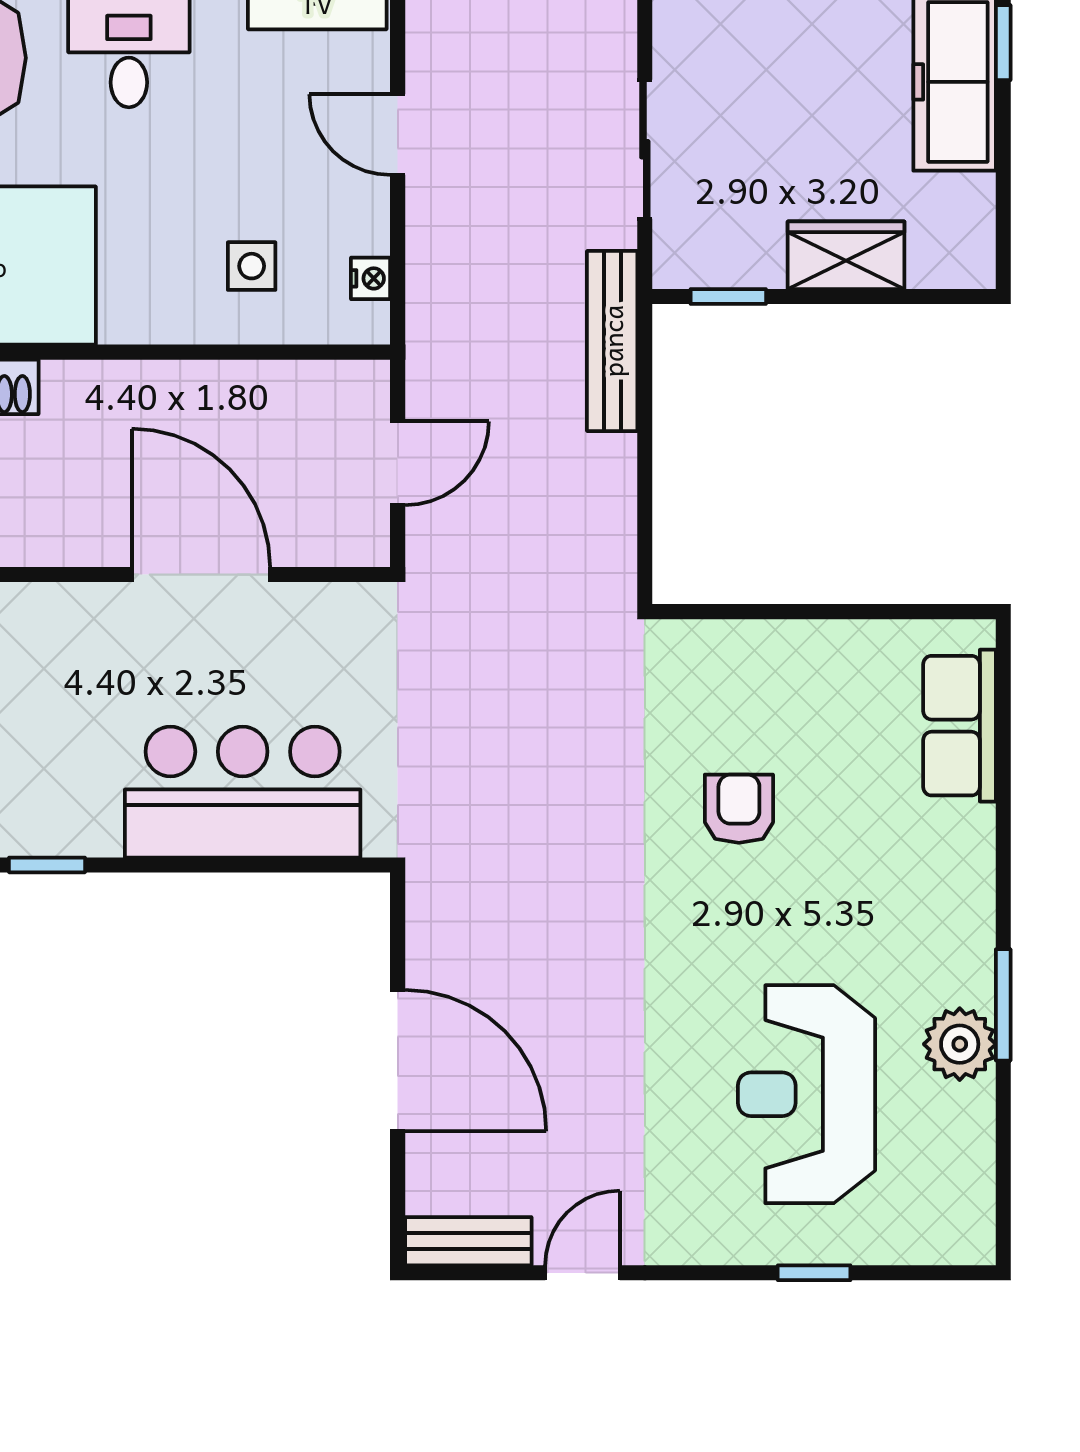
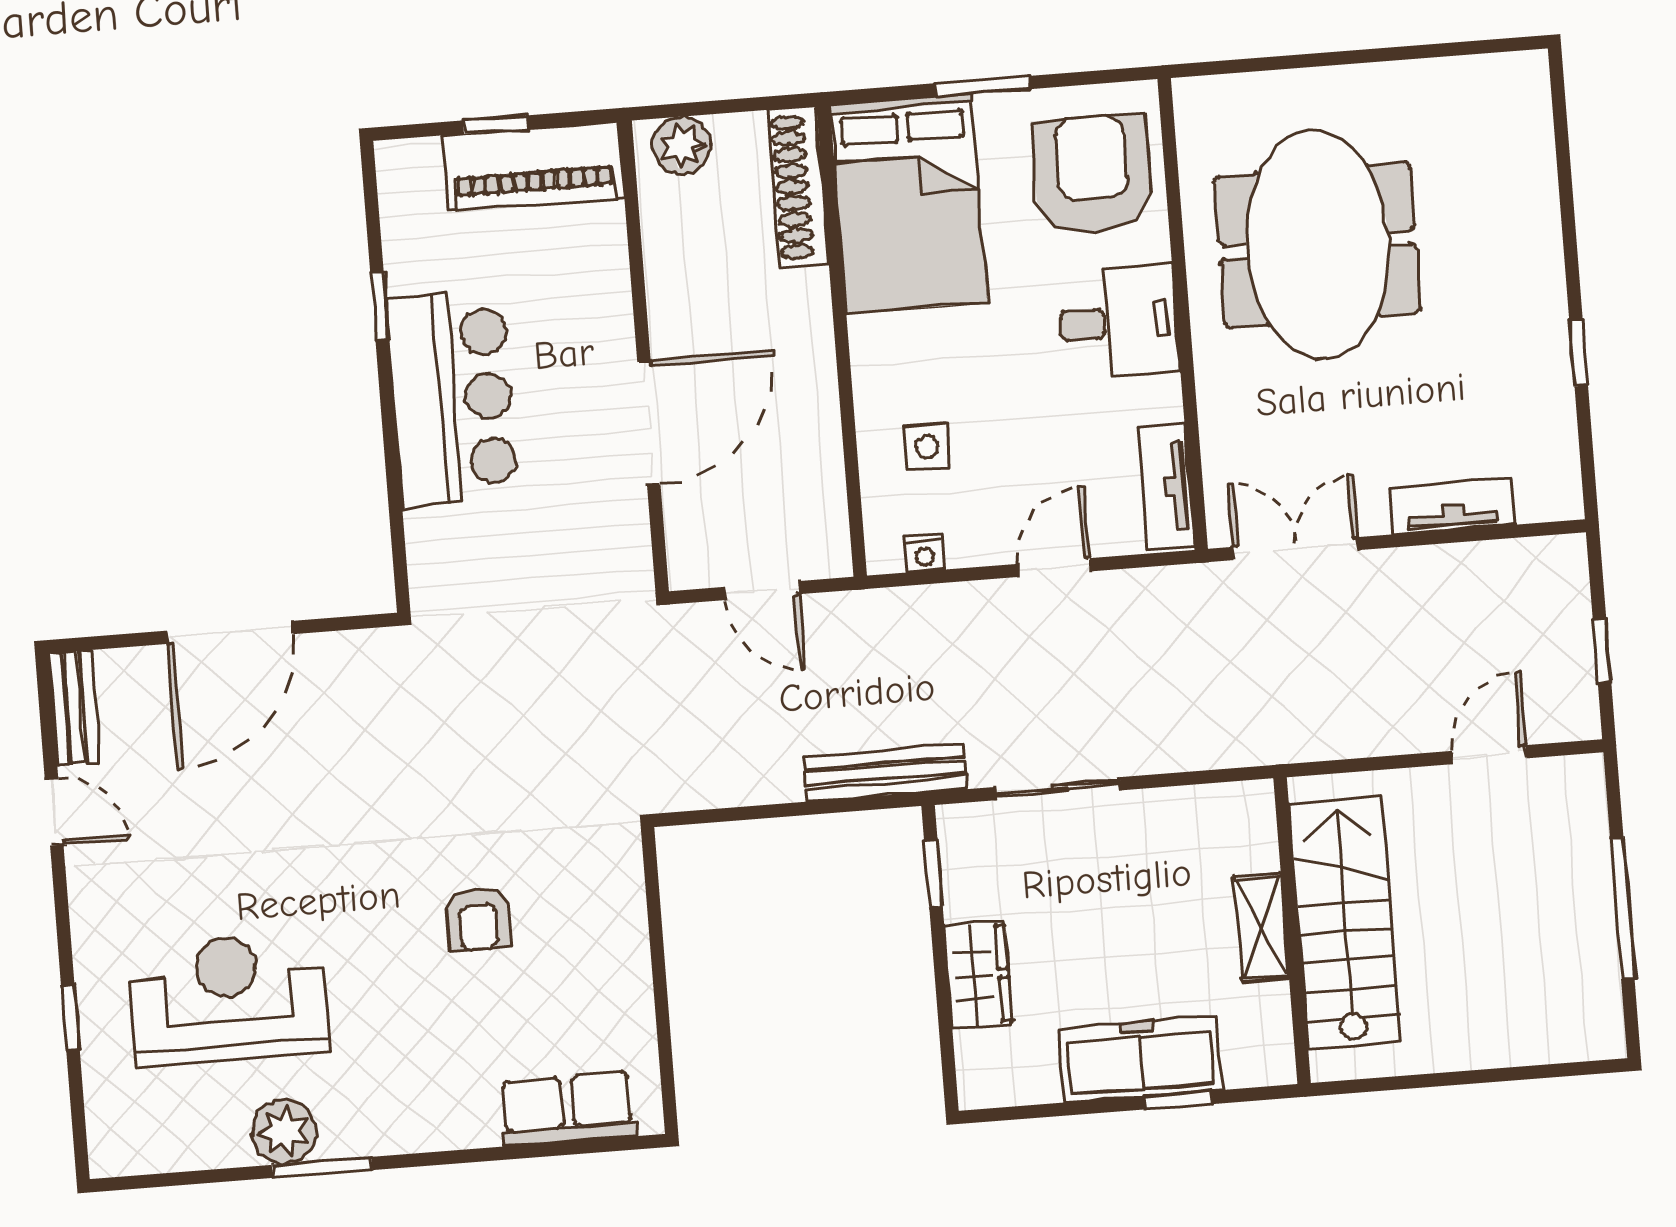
bar counter: (243, 792) -> (452, 399), moved
armchair: (739, 809) -> (478, 919), turned 90

